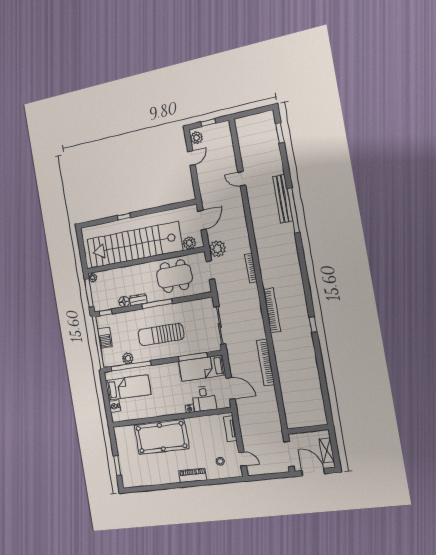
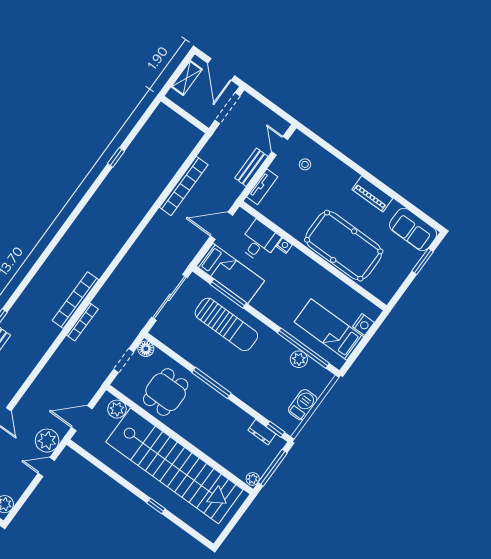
door: (191, 158) -> (46, 467), moved
plant: (217, 249) -> (47, 441), moved
dining table: (174, 276) -> (166, 392), width x0.73
dresser: (138, 300) -> (262, 432), moved
floor lamp: (124, 302) -> (146, 349), moved
bookcase: (272, 310) -> (75, 300), moved
window: (313, 325) -> (116, 157), moved
sun lounger: (161, 334) -> (226, 324), moved
bookcase: (266, 363) -> (184, 186), moved
door: (230, 388) -> (222, 226), hinge flipped
bench: (246, 434) -> (251, 167), added
piano: (193, 475) -> (372, 194), moved
sofa: (137, 478) -> (413, 229), added

